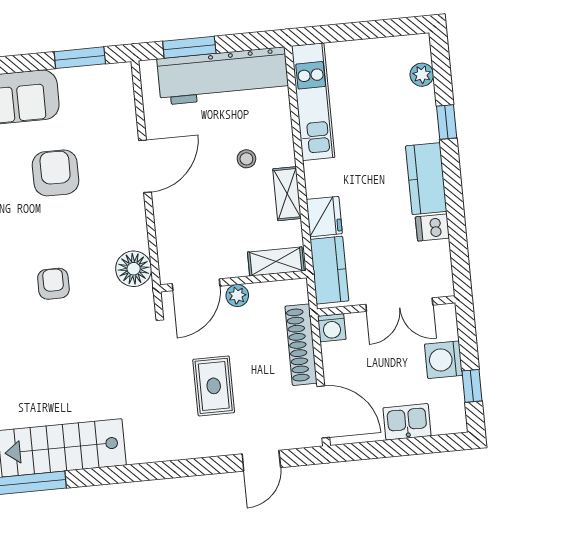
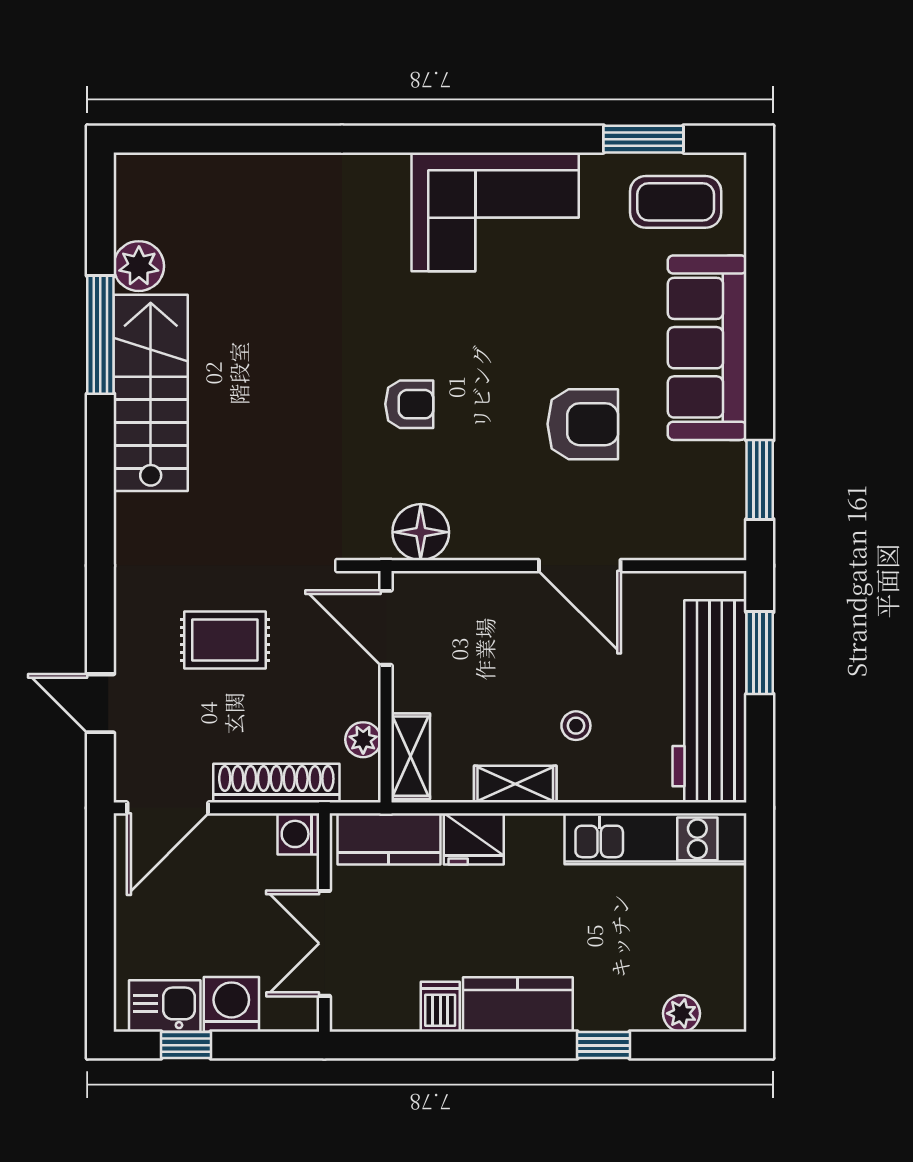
plant: (237, 296) -> (363, 740), moved
kitchen sink: (407, 422) -> (165, 1006), moved, turned -90

